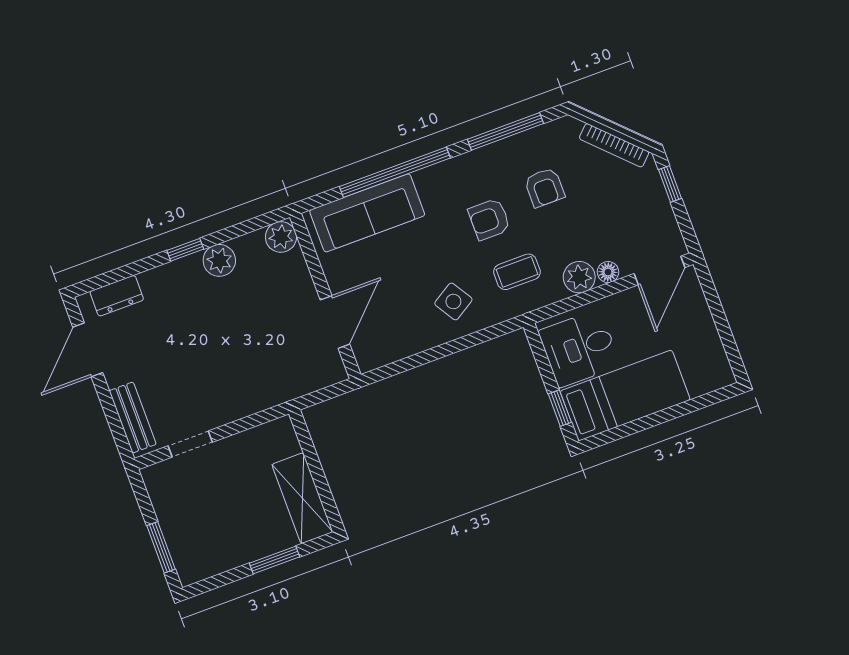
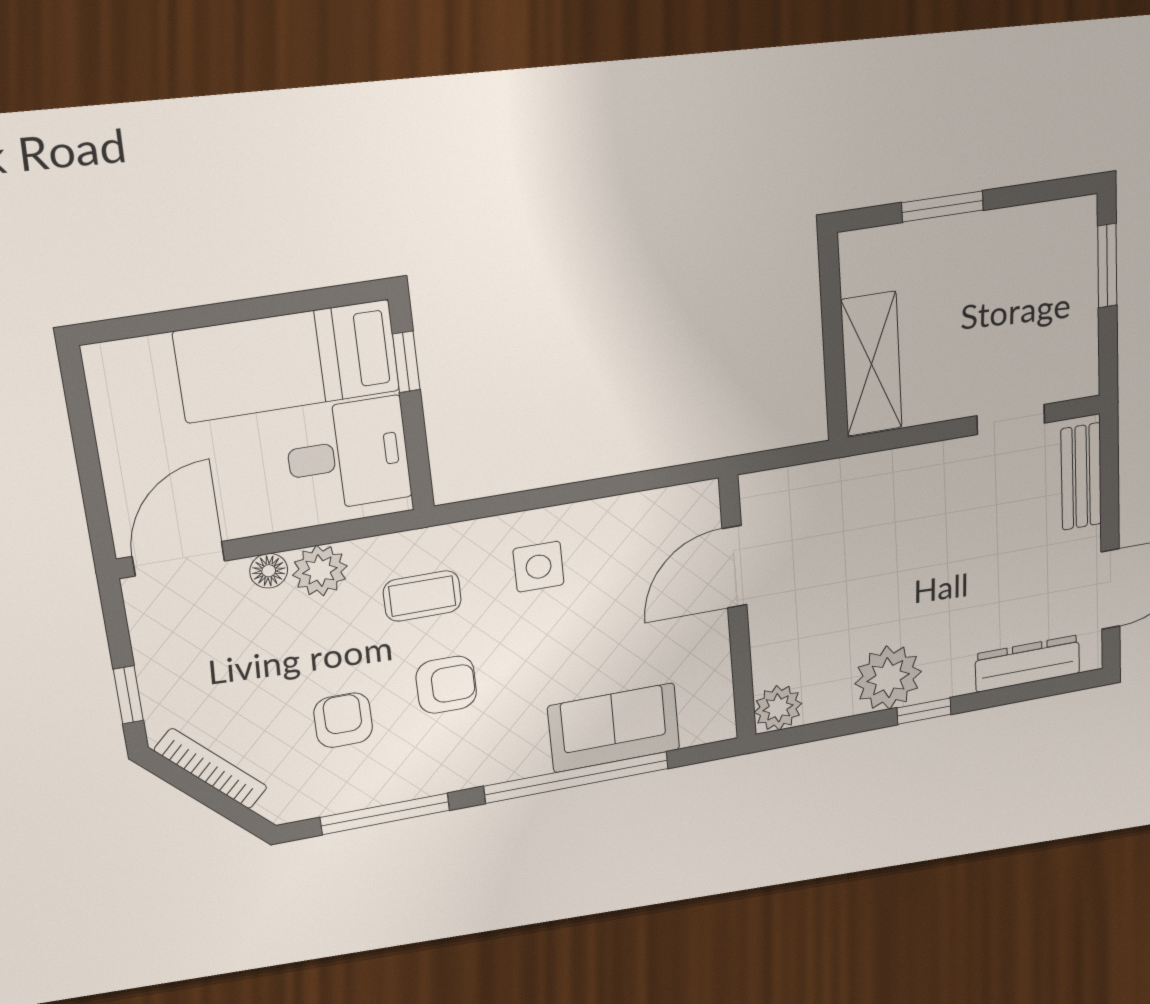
sofa: (367, 213) -> (614, 728), width x0.73
plant: (219, 260) -> (888, 678), width x1.36, depth x1.36
dresser: (117, 296) -> (1028, 664), width x1.44
side table: (453, 301) -> (539, 567), turned 32
shelving: (302, 498) -> (872, 364), moved

